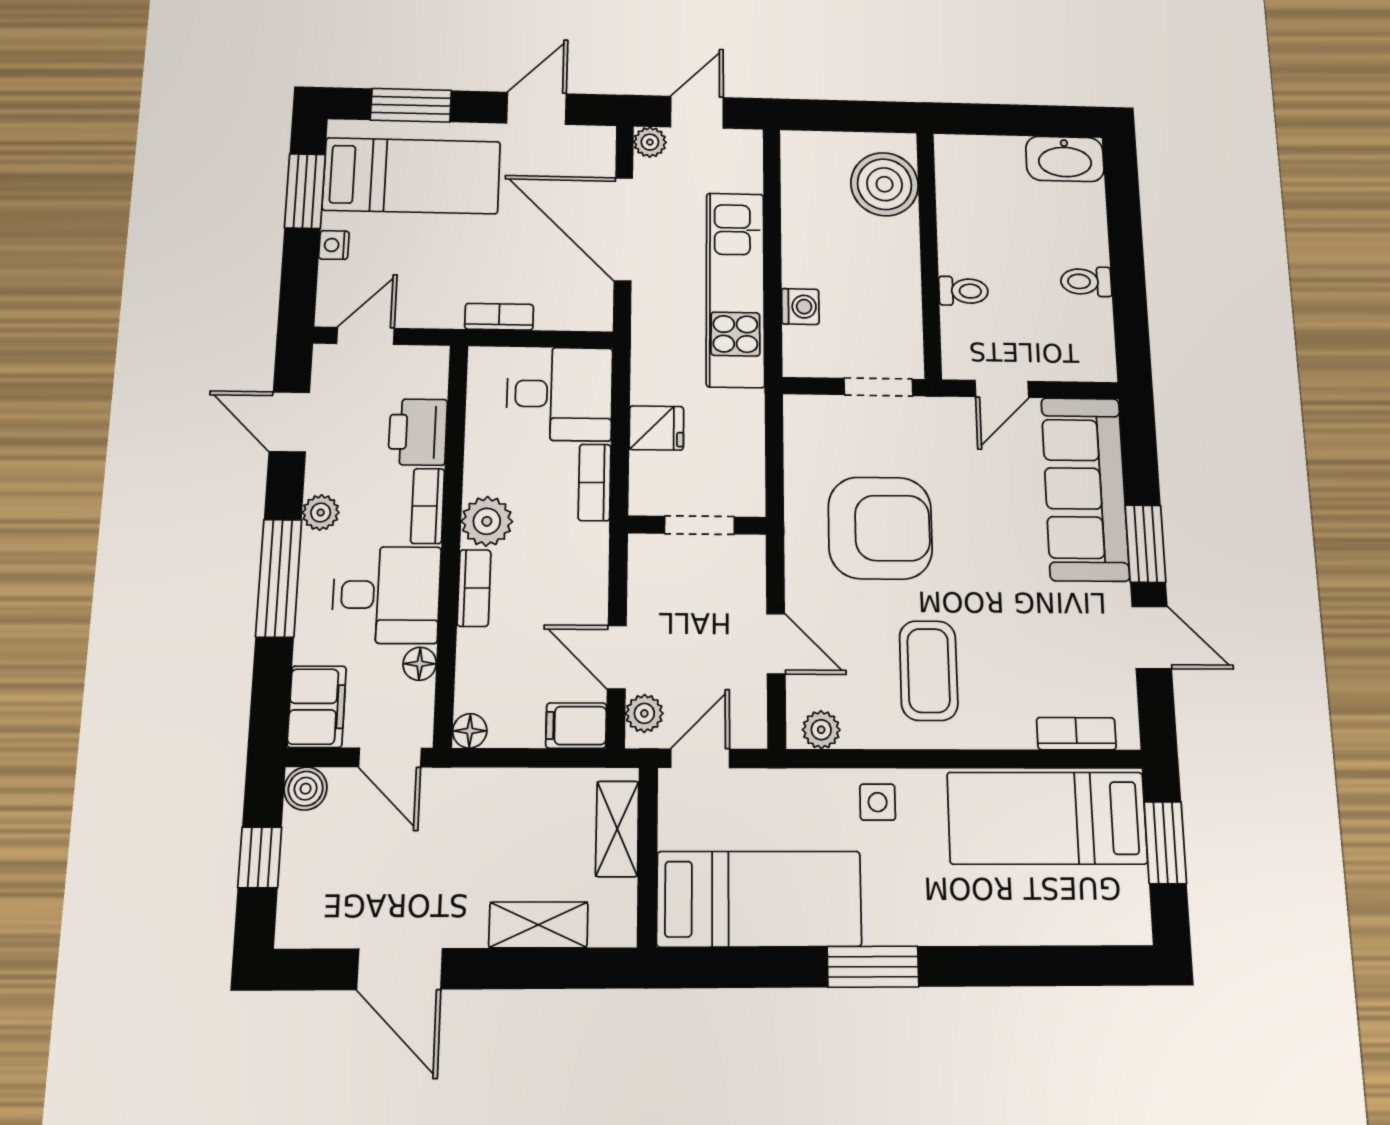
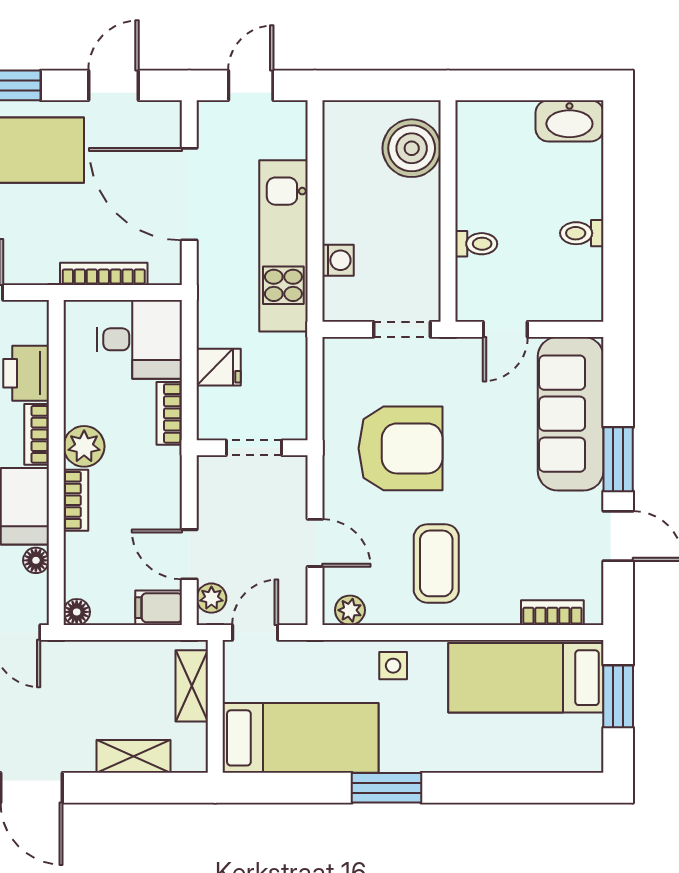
plant: (650, 142) -> (211, 114), removed
bookcase: (499, 317) -> (104, 274), width x1.56

